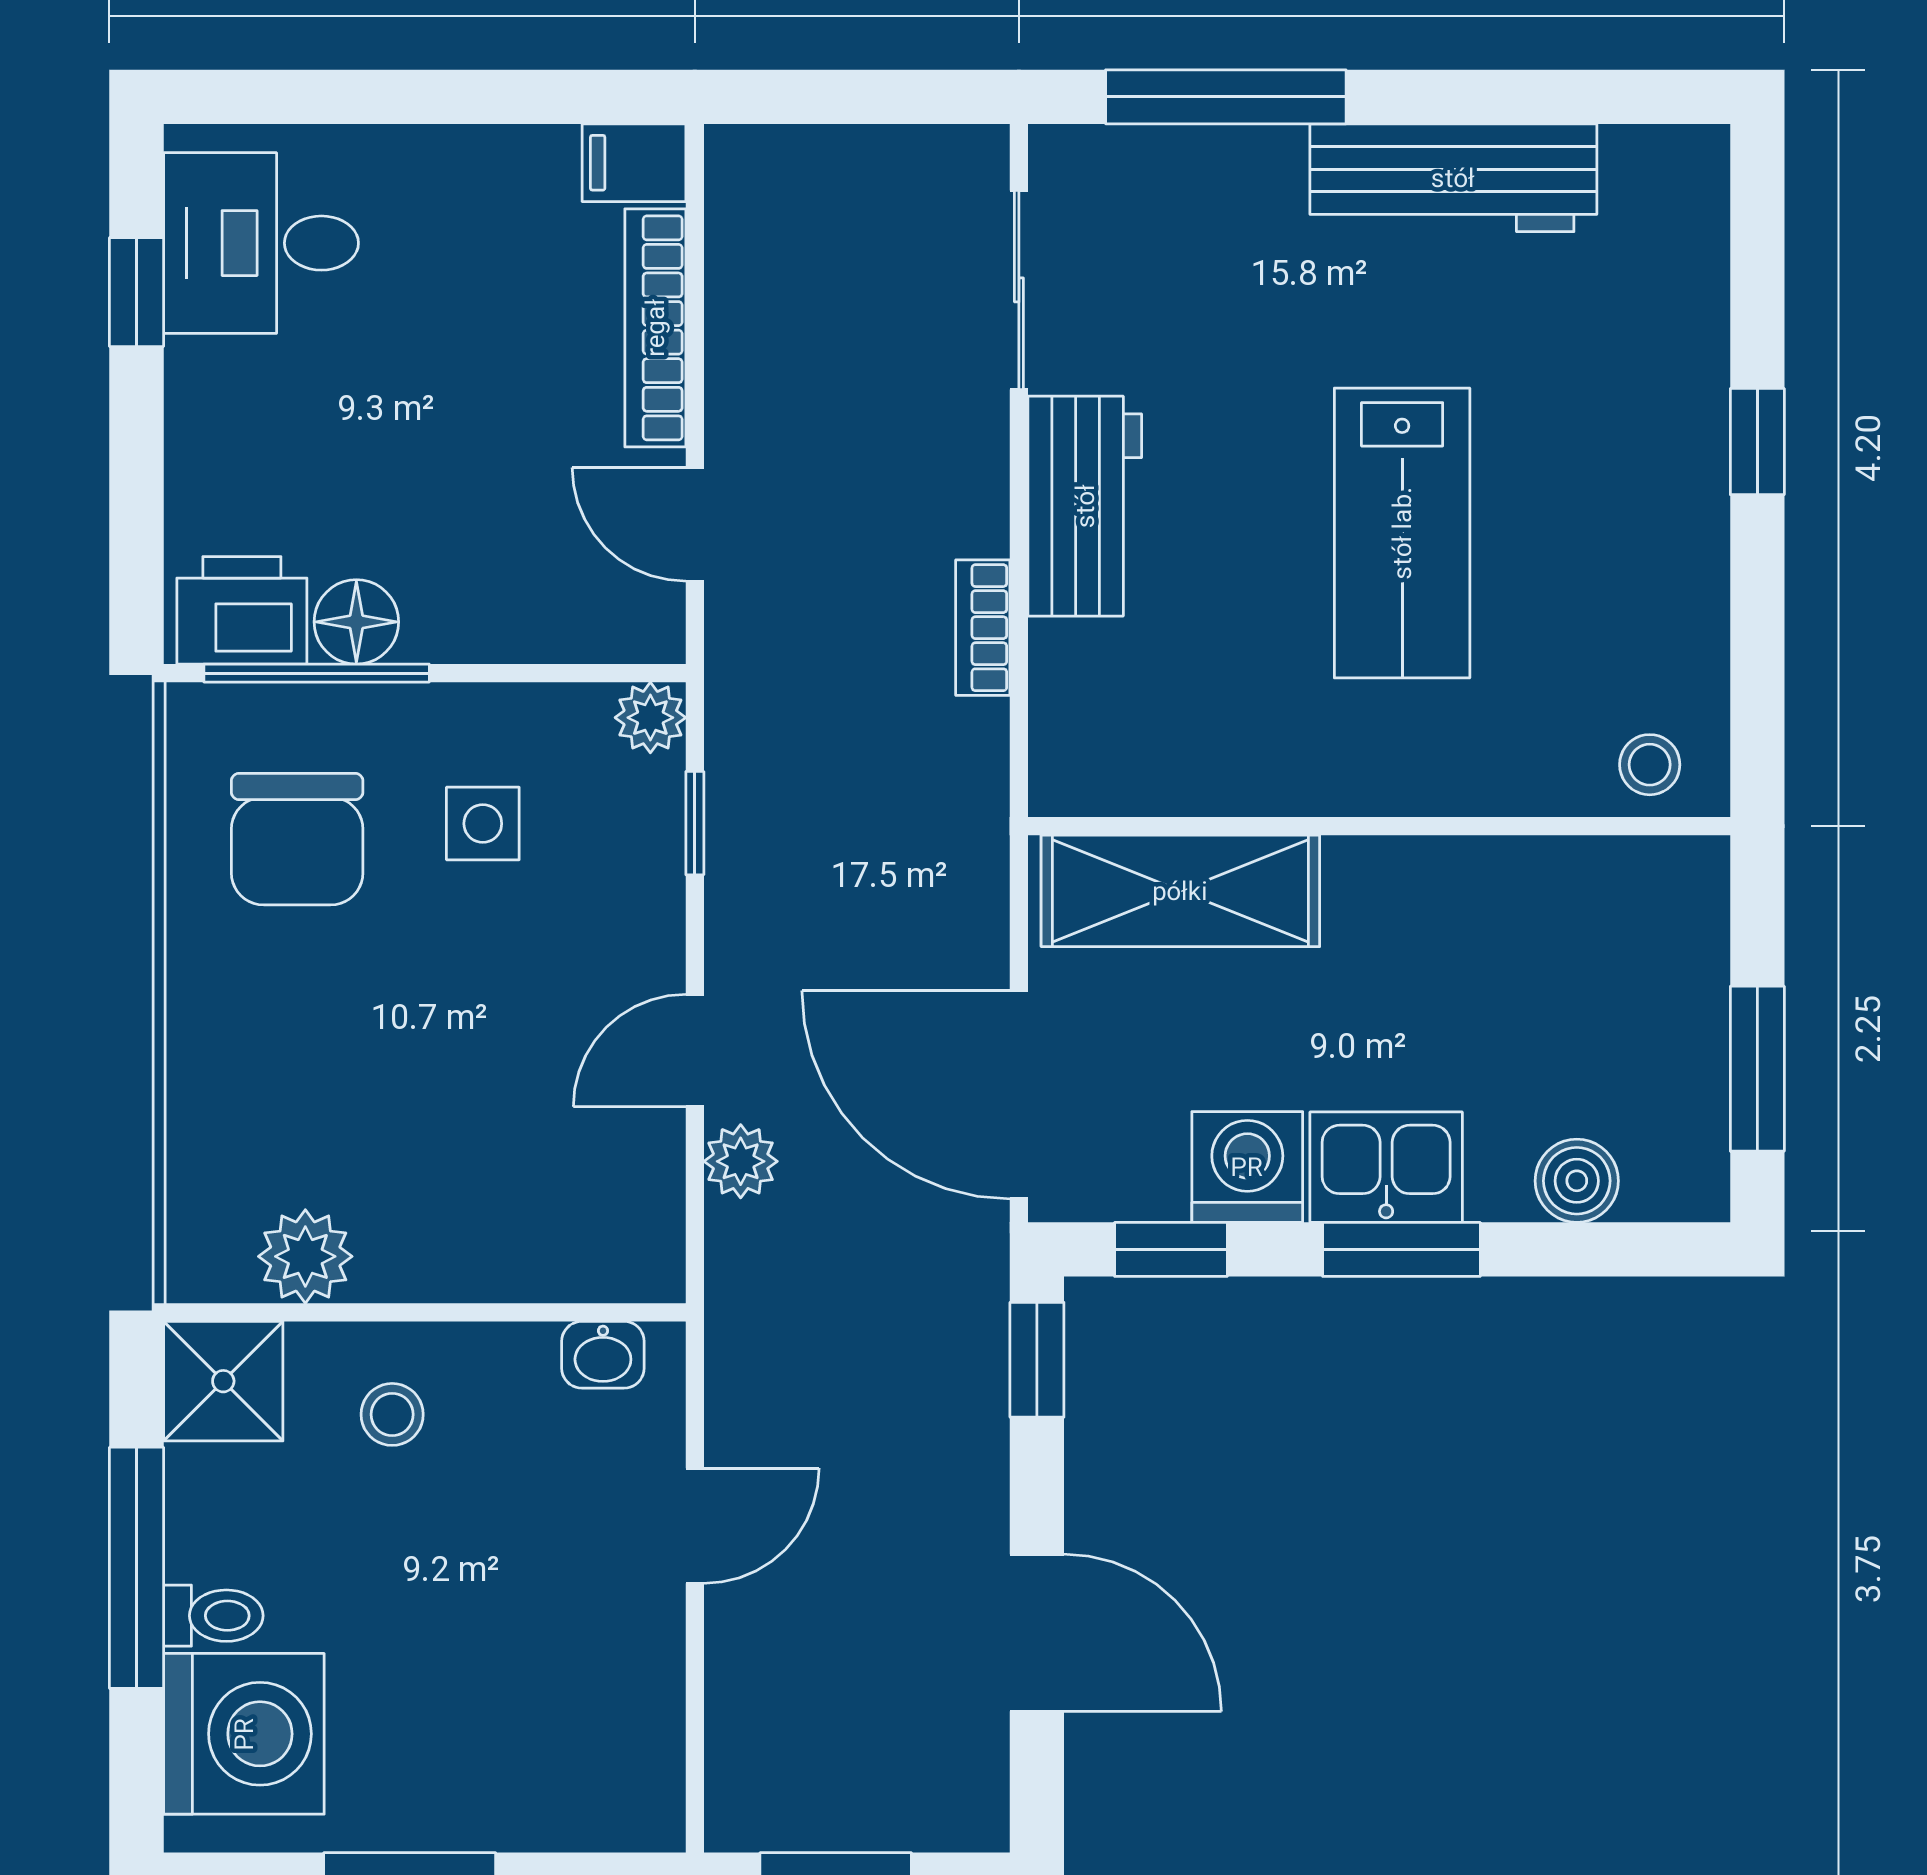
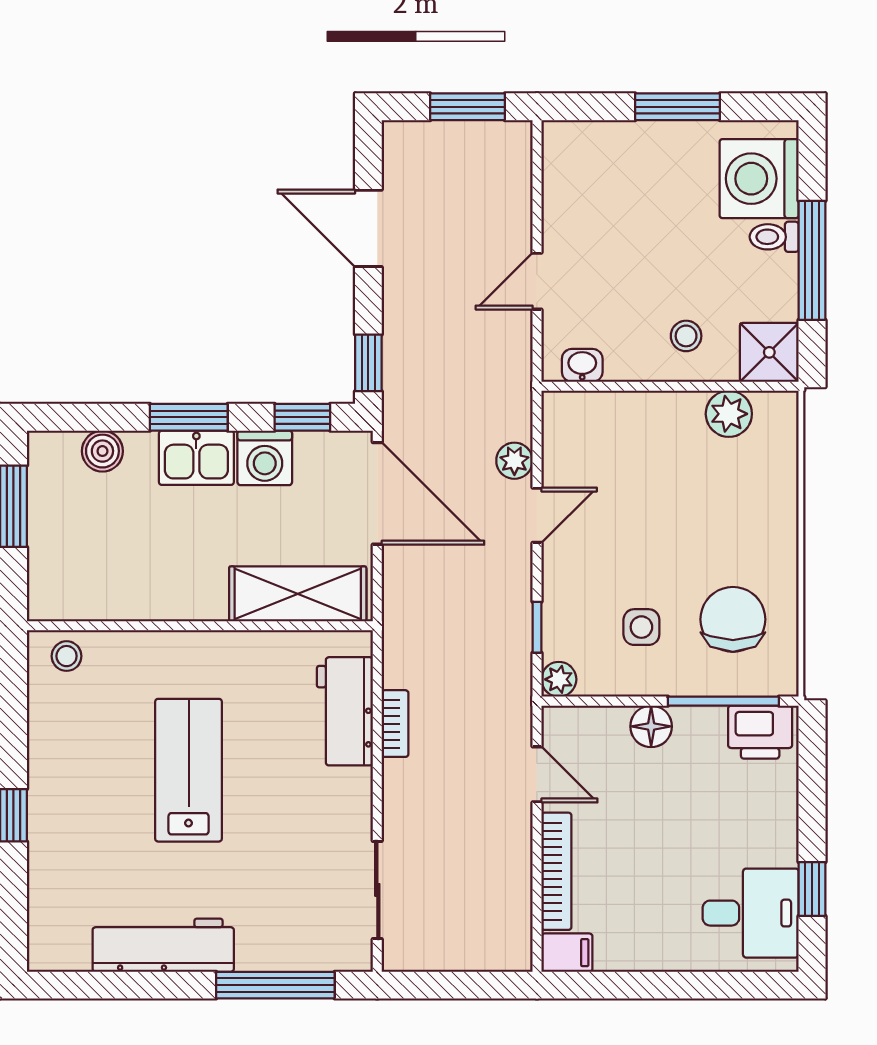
workbench: (1085, 506) -> (345, 711), moved
floor lamp: (356, 622) -> (651, 726), moved

